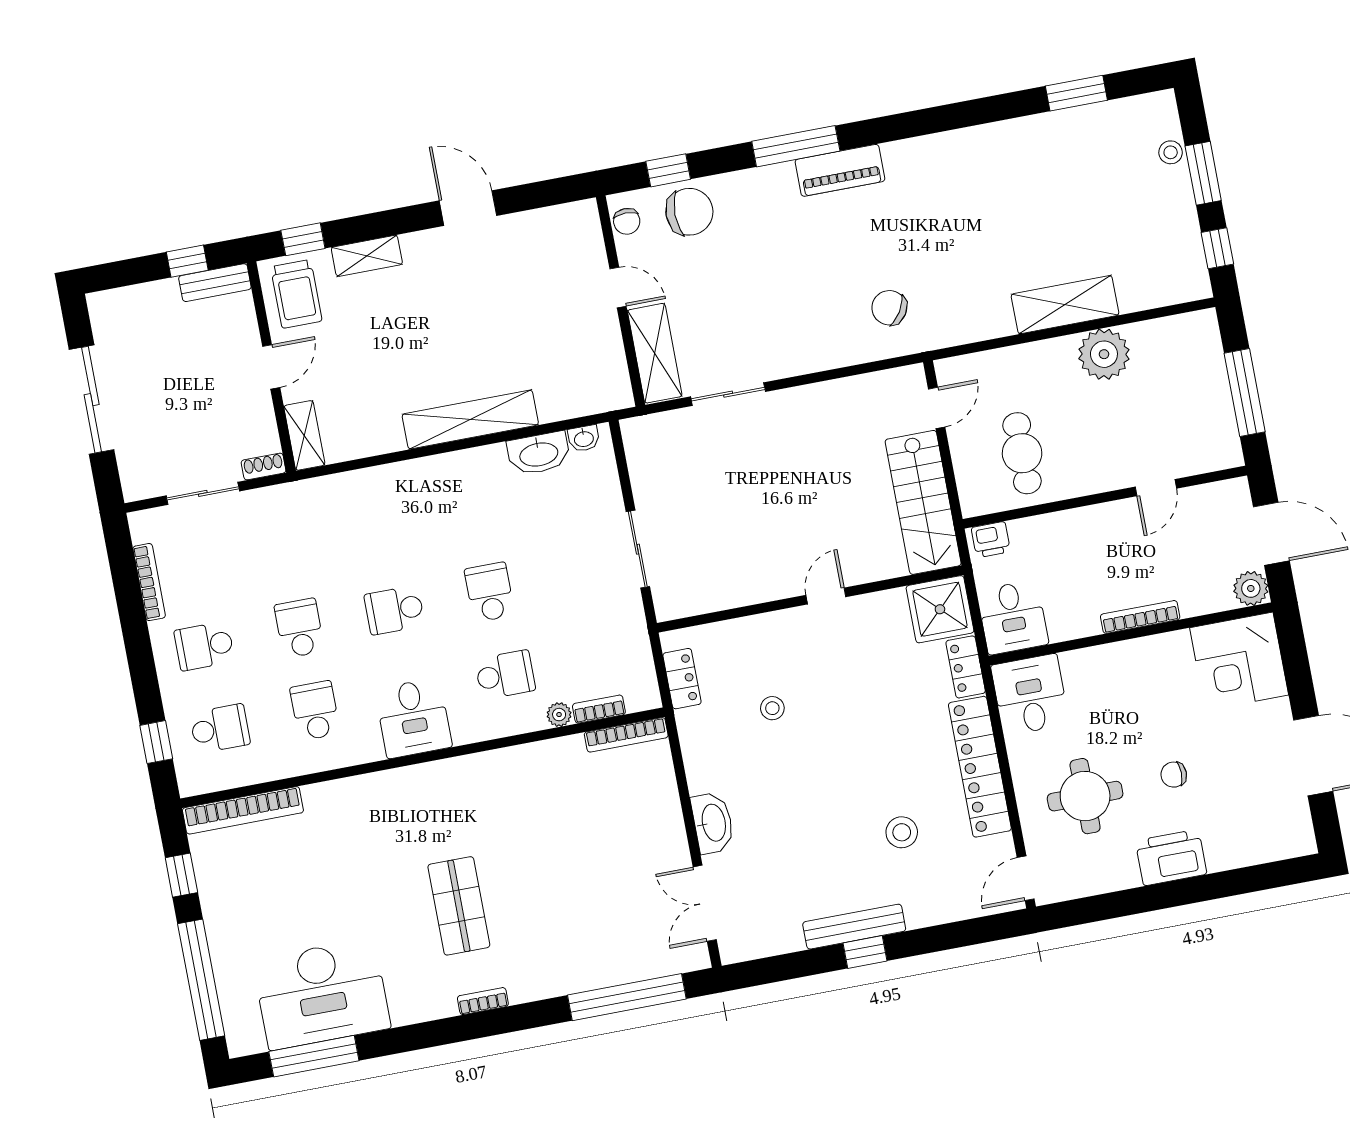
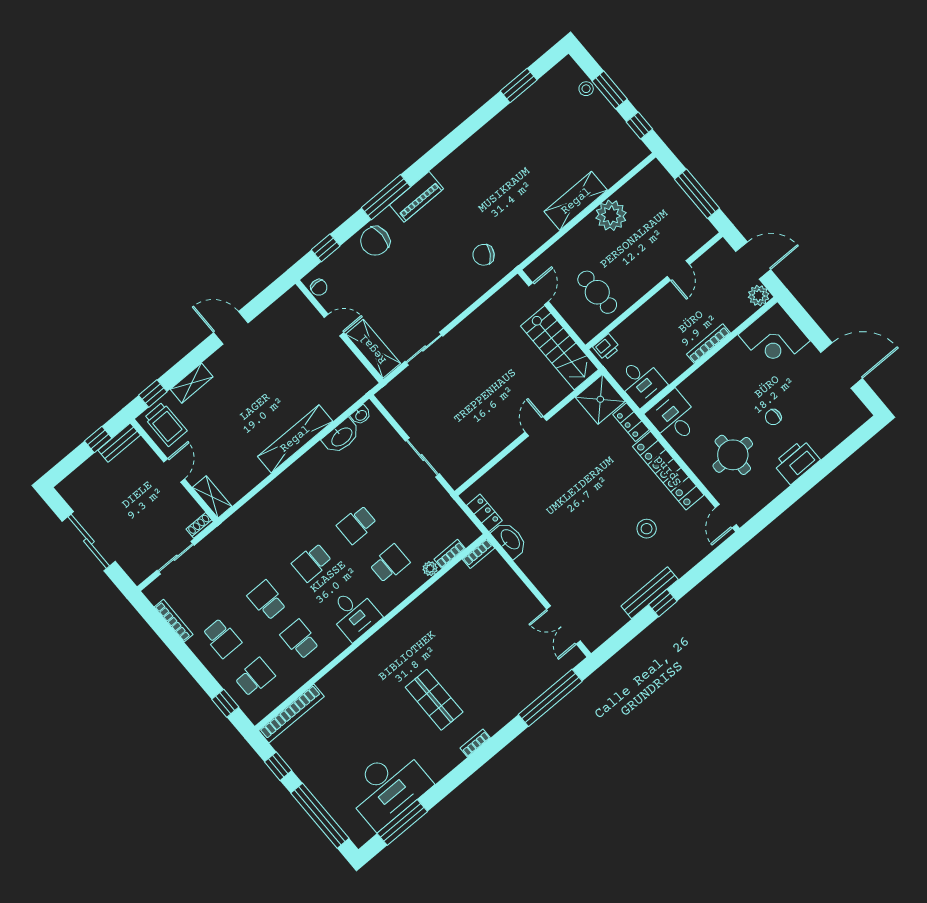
chair: (689, 212) -> (375, 241), moved, turned 180
school desk: (490, 592) -> (357, 525), turned -90
school desk: (204, 646) -> (222, 638), turned -90
stool: (772, 708) -> (541, 502), removed
bookcase: (626, 735) -> (479, 554), width x0.64
washbasin: (713, 823) -> (510, 540), moved

